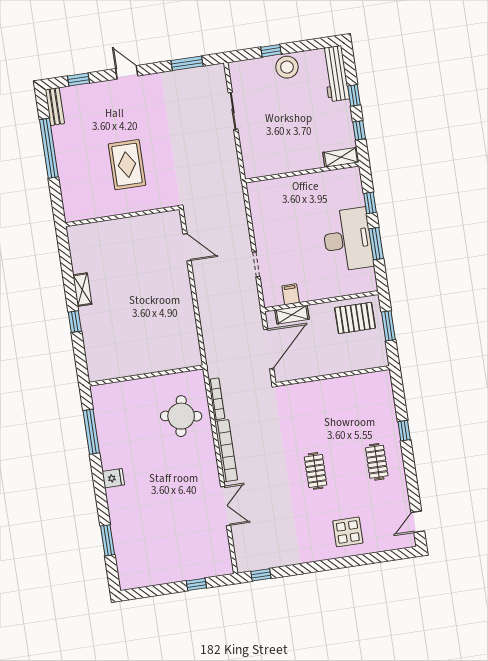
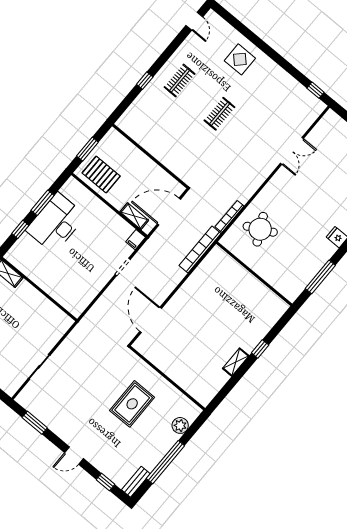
door: (127, 72) -> (74, 456), hinge flipped
plant: (70, 190) -> (180, 425), added
door: (187, 247) -> (151, 320), width x1.36
filing cabinet: (291, 294) -> (136, 240), moved
round table: (181, 416) -> (260, 229), turned -36
bookcase: (226, 451) -> (200, 250), moved
double door: (226, 506) -> (292, 151), swing flipped
door: (418, 522) -> (194, 21), hinge flipped

